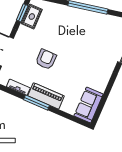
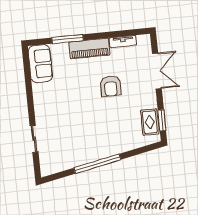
window: (37, 103) -> (68, 39), moved

